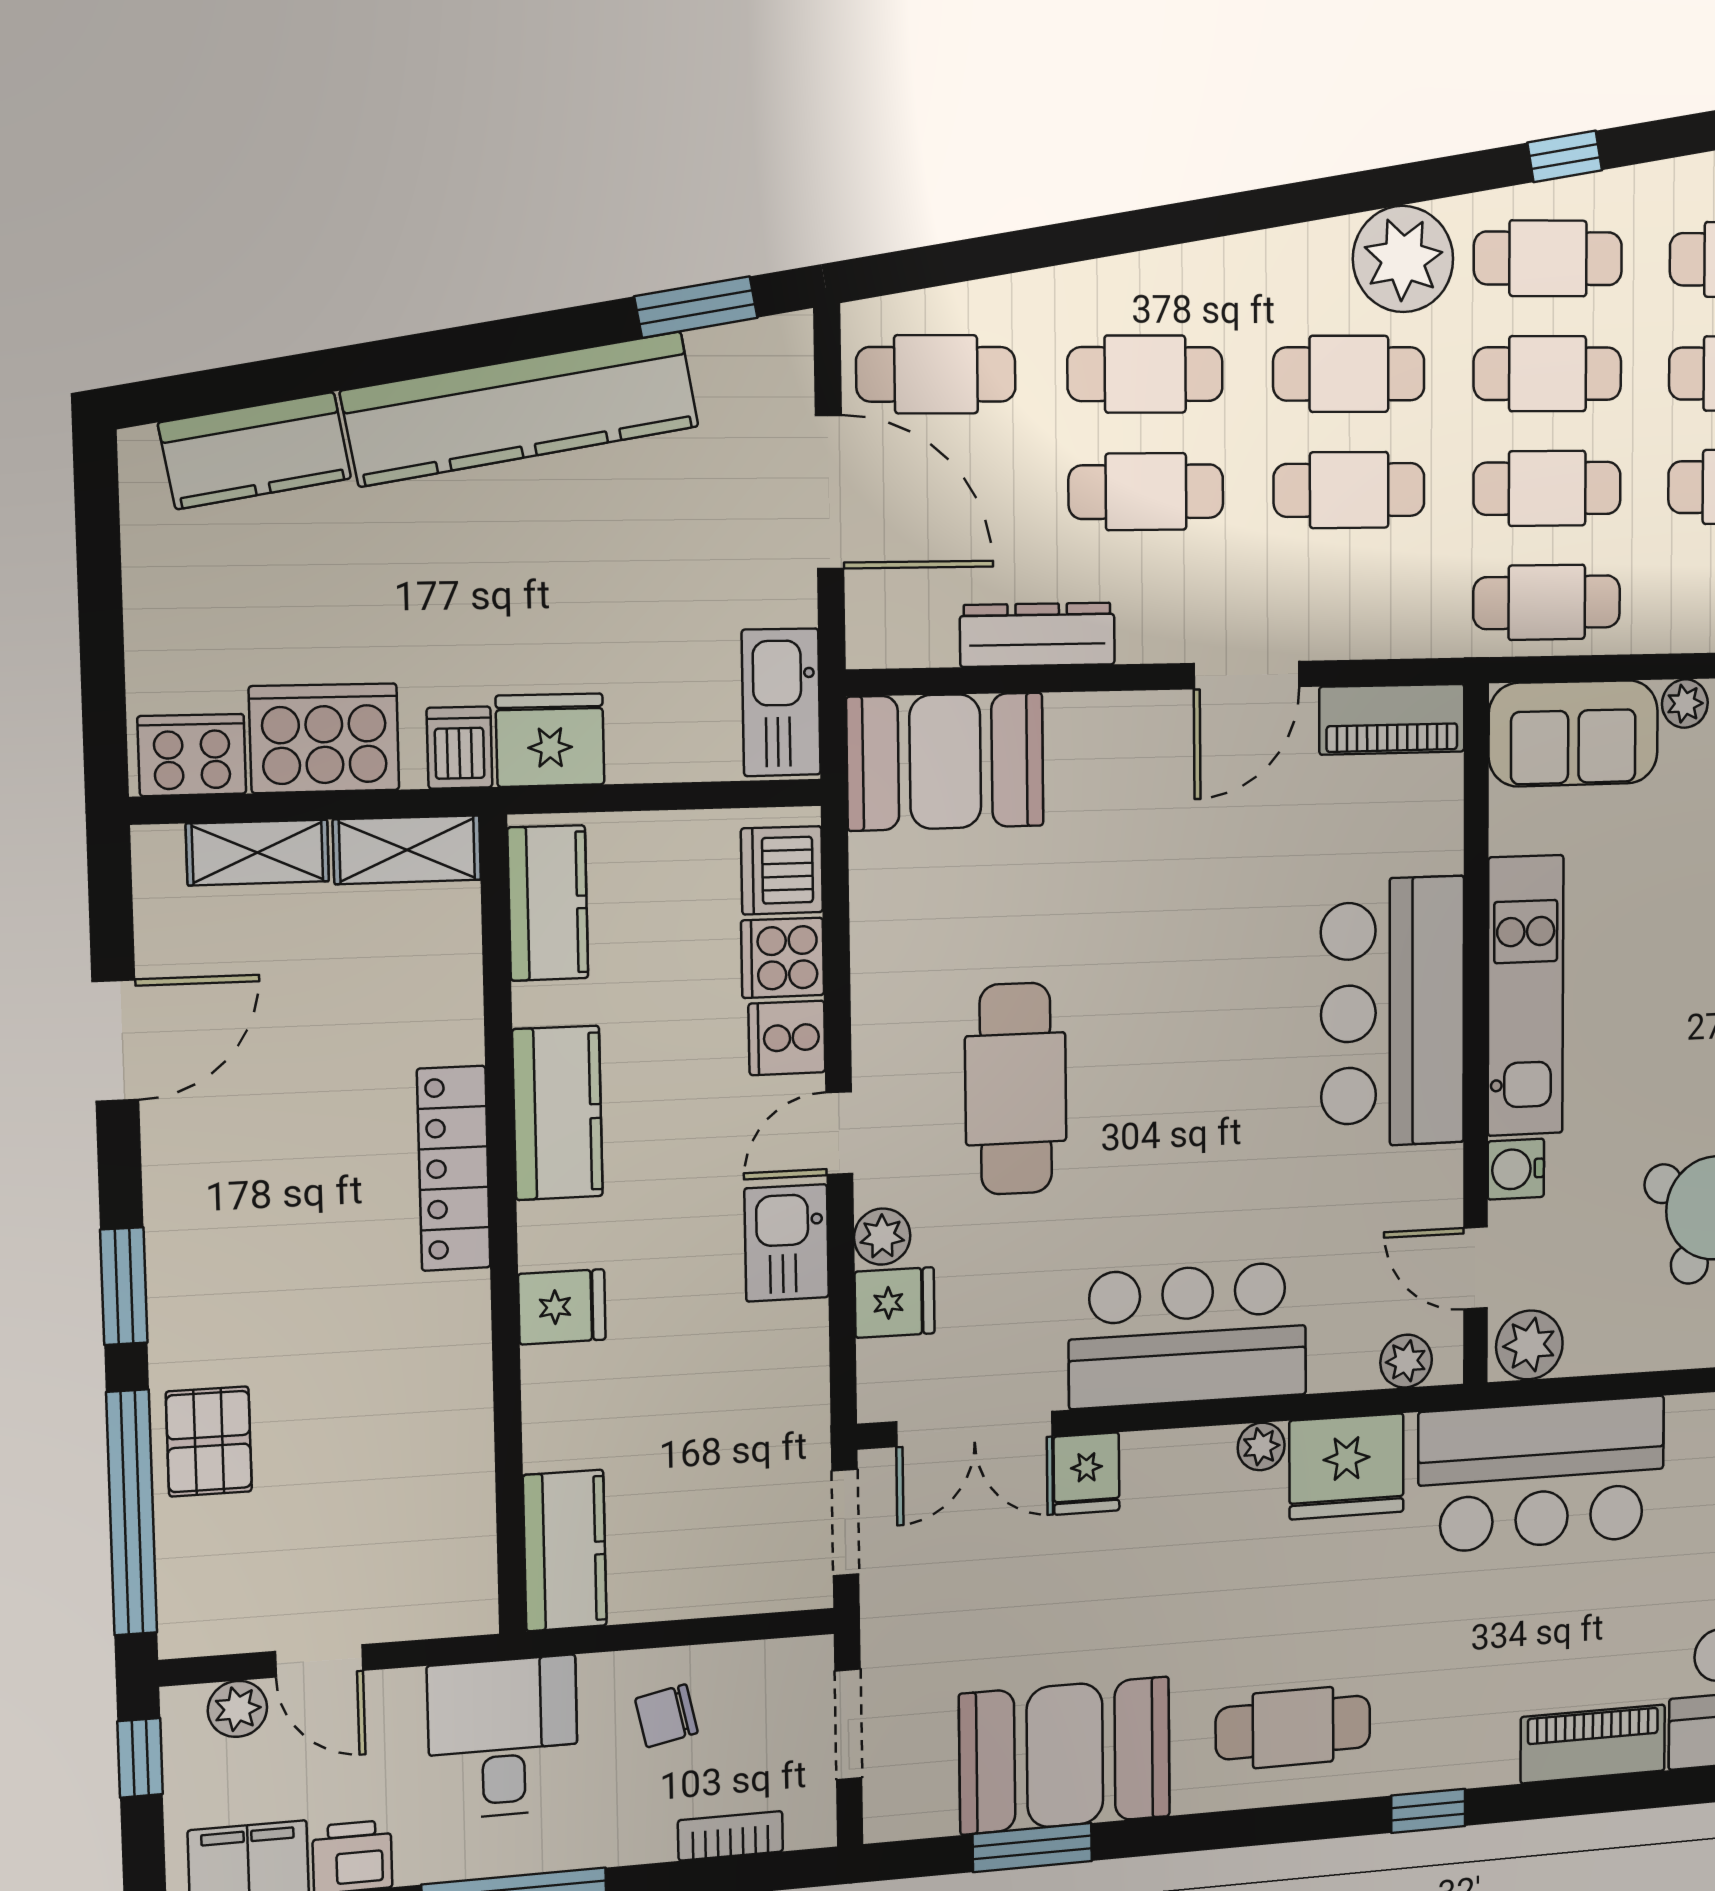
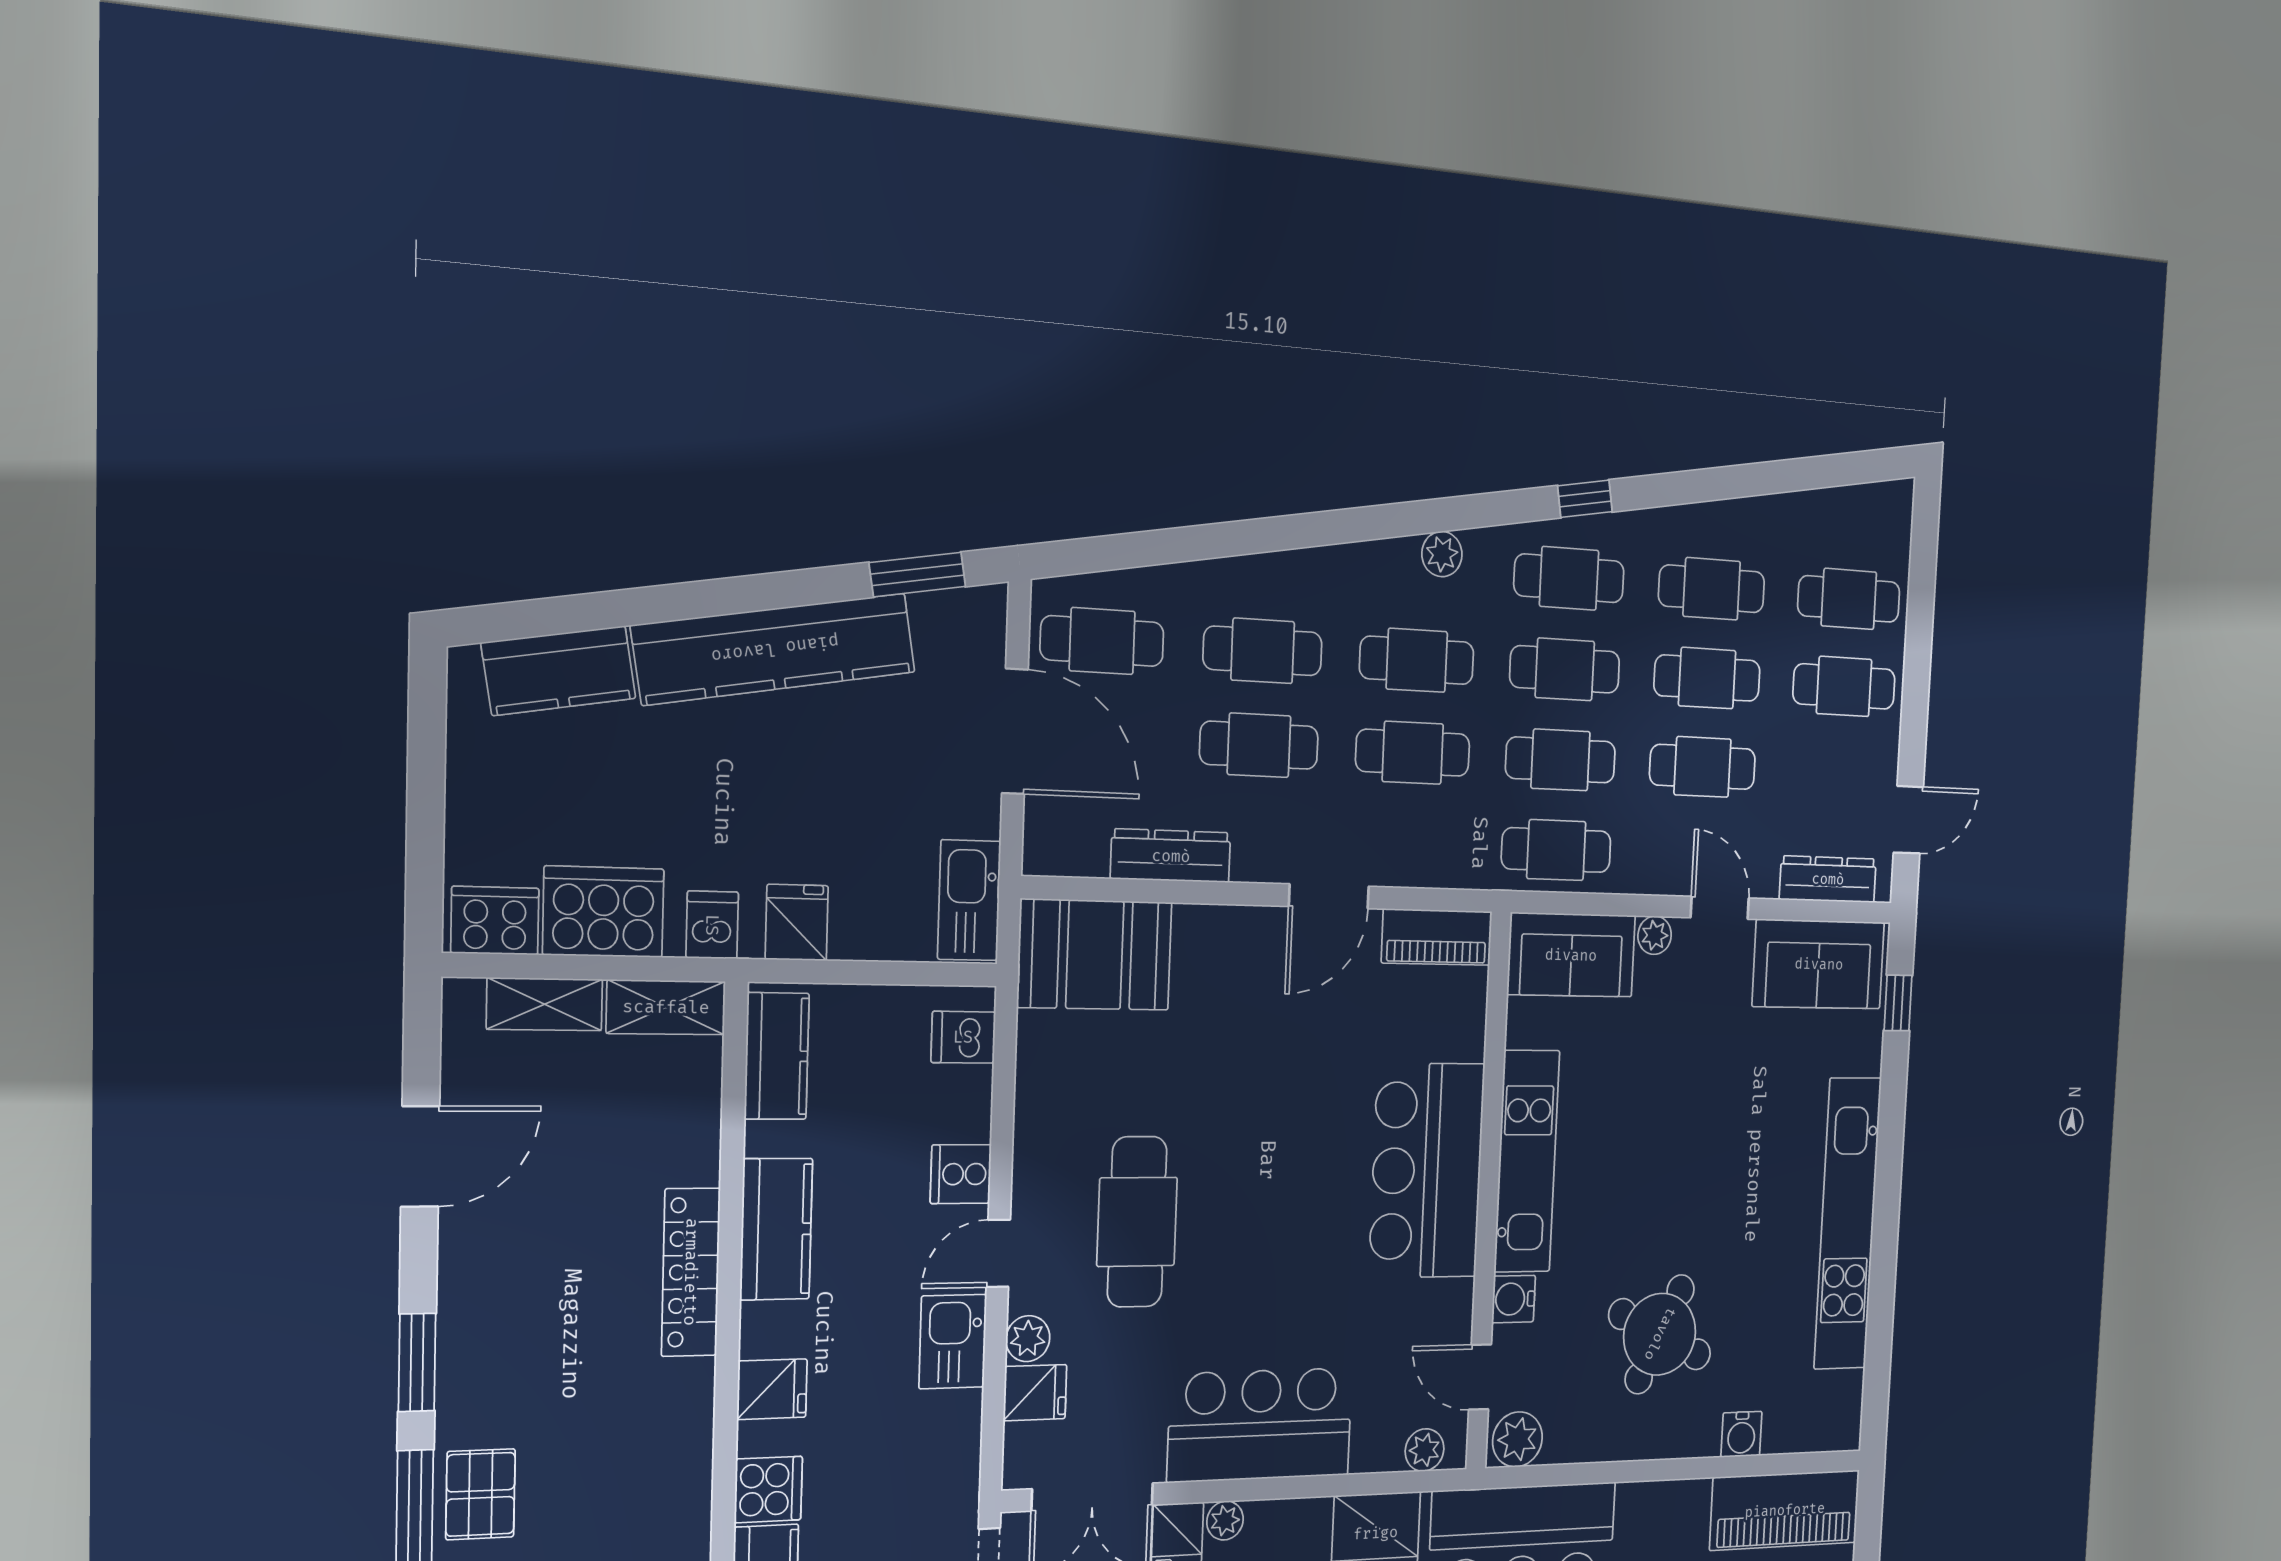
plant: (1403, 259) -> (1442, 554), width x0.53, depth x0.53
fridge: (550, 740) -> (797, 923), width x0.72
dishwasher: (782, 870) -> (963, 1037), width x0.73
cooker: (783, 958) -> (768, 1489), moved, turned 180
plant: (1261, 1446) -> (1225, 1520), moved

